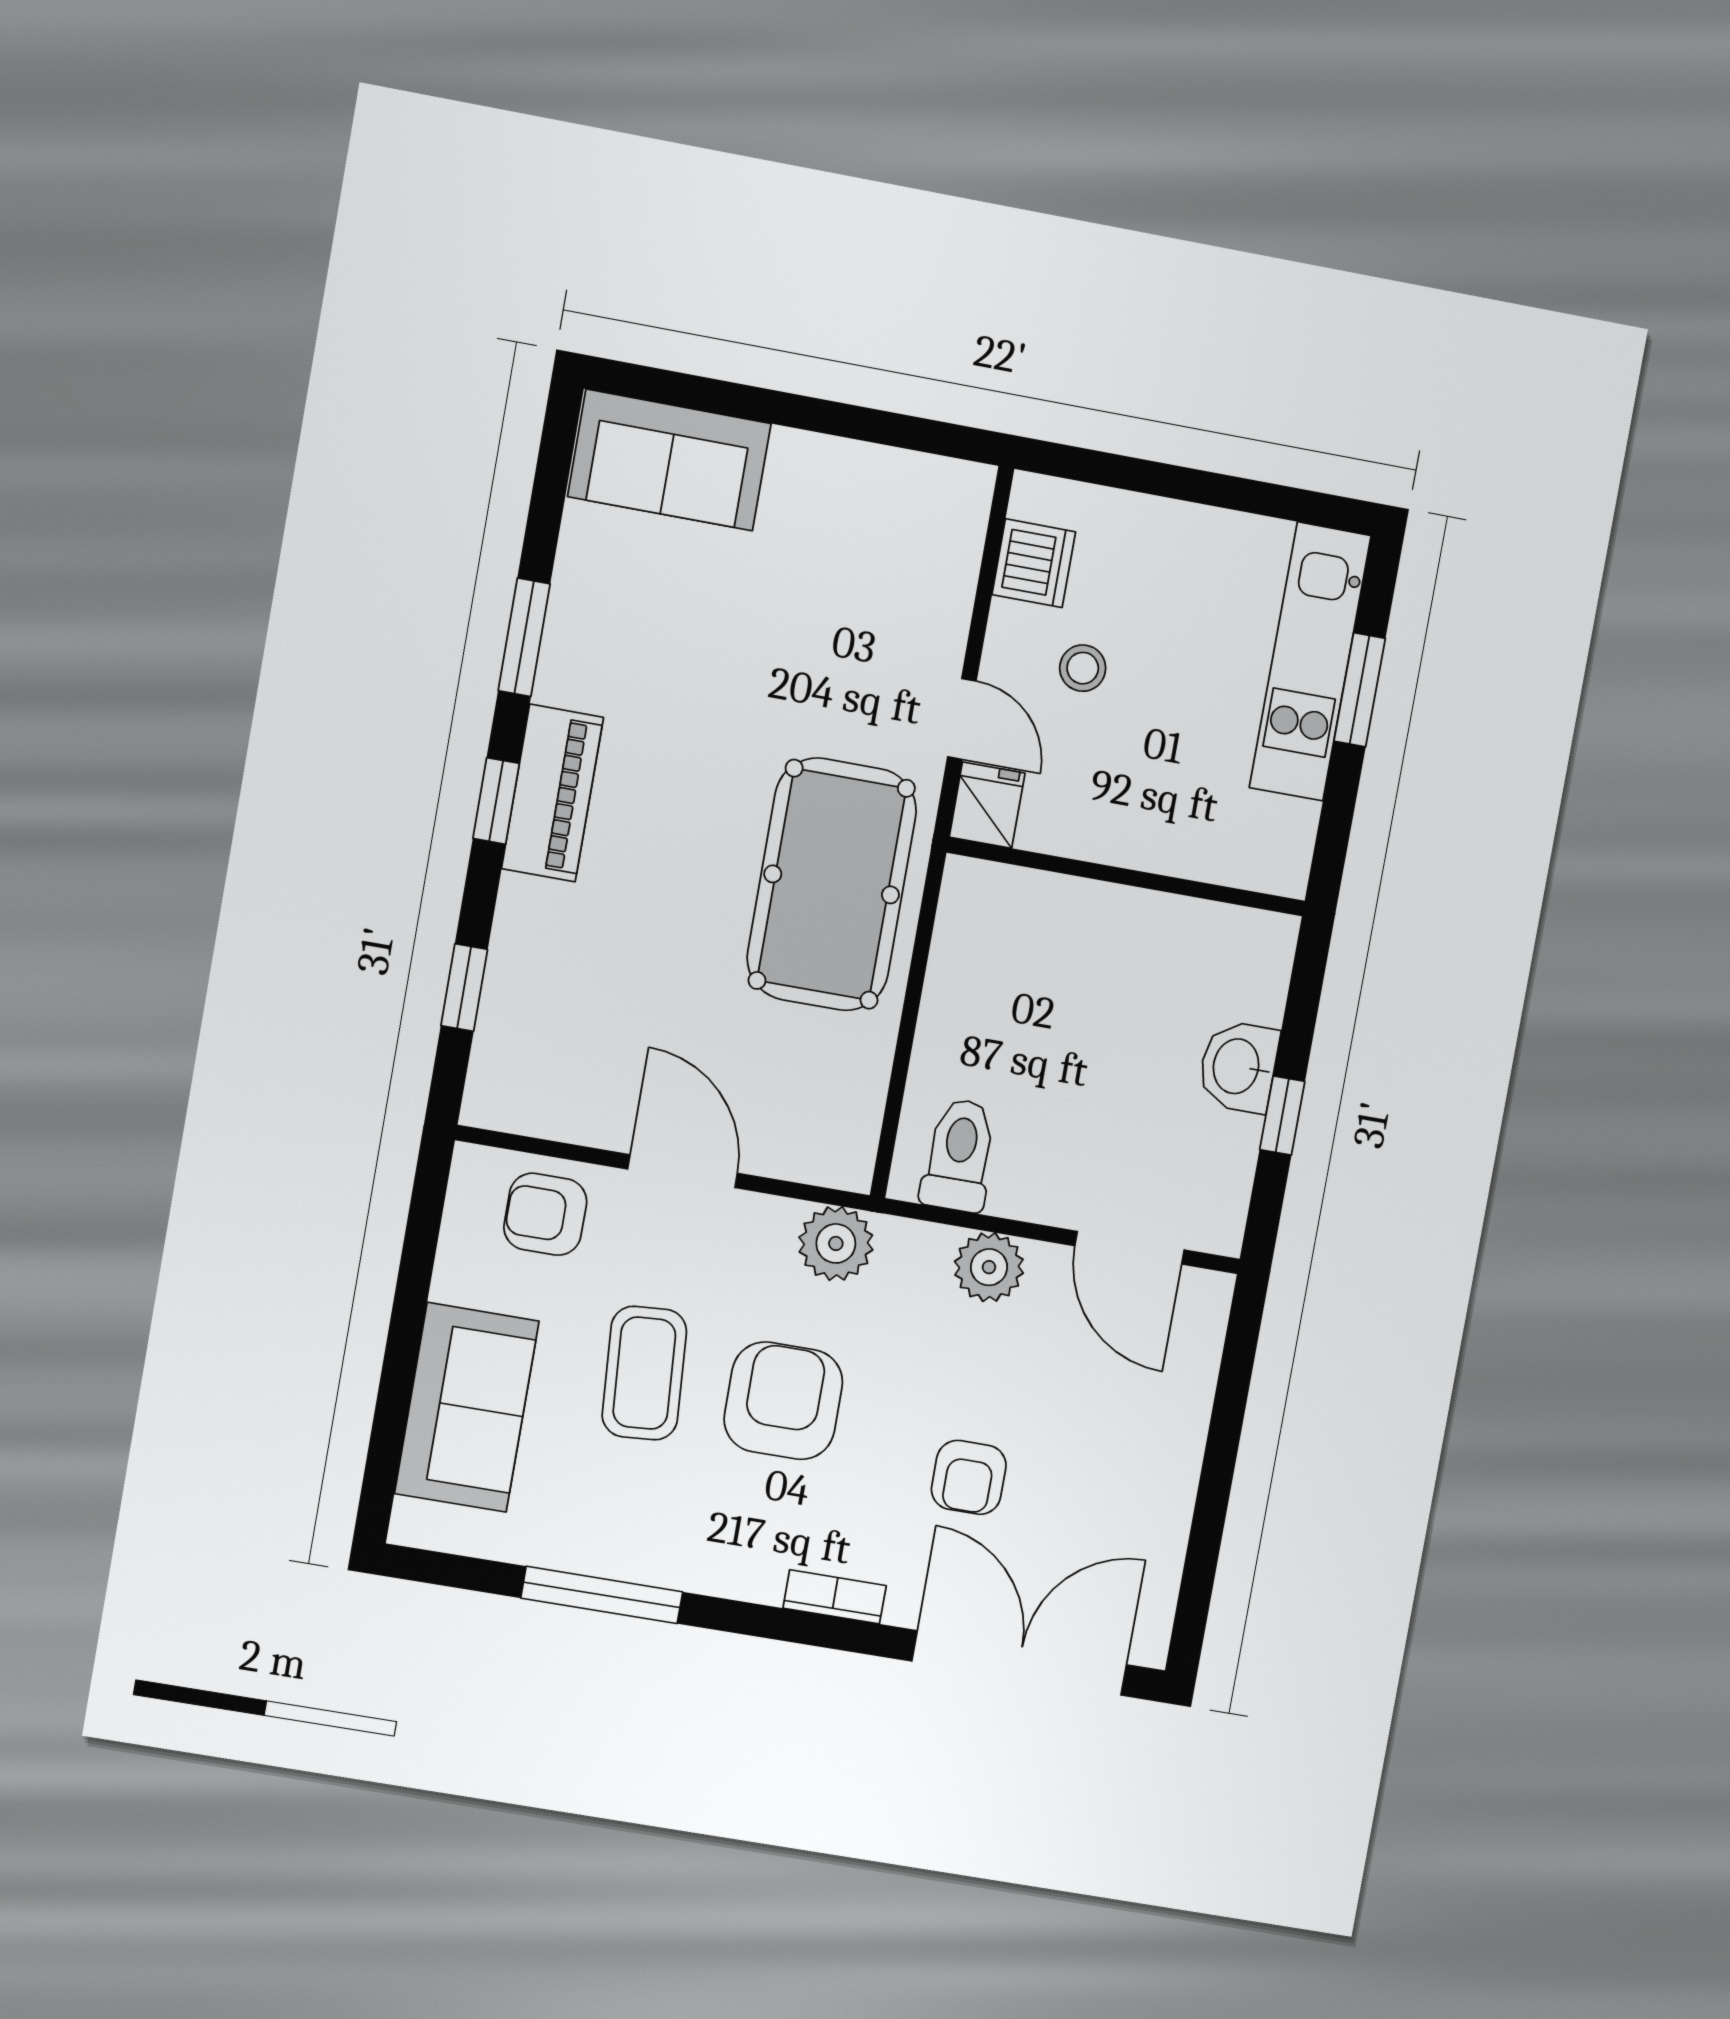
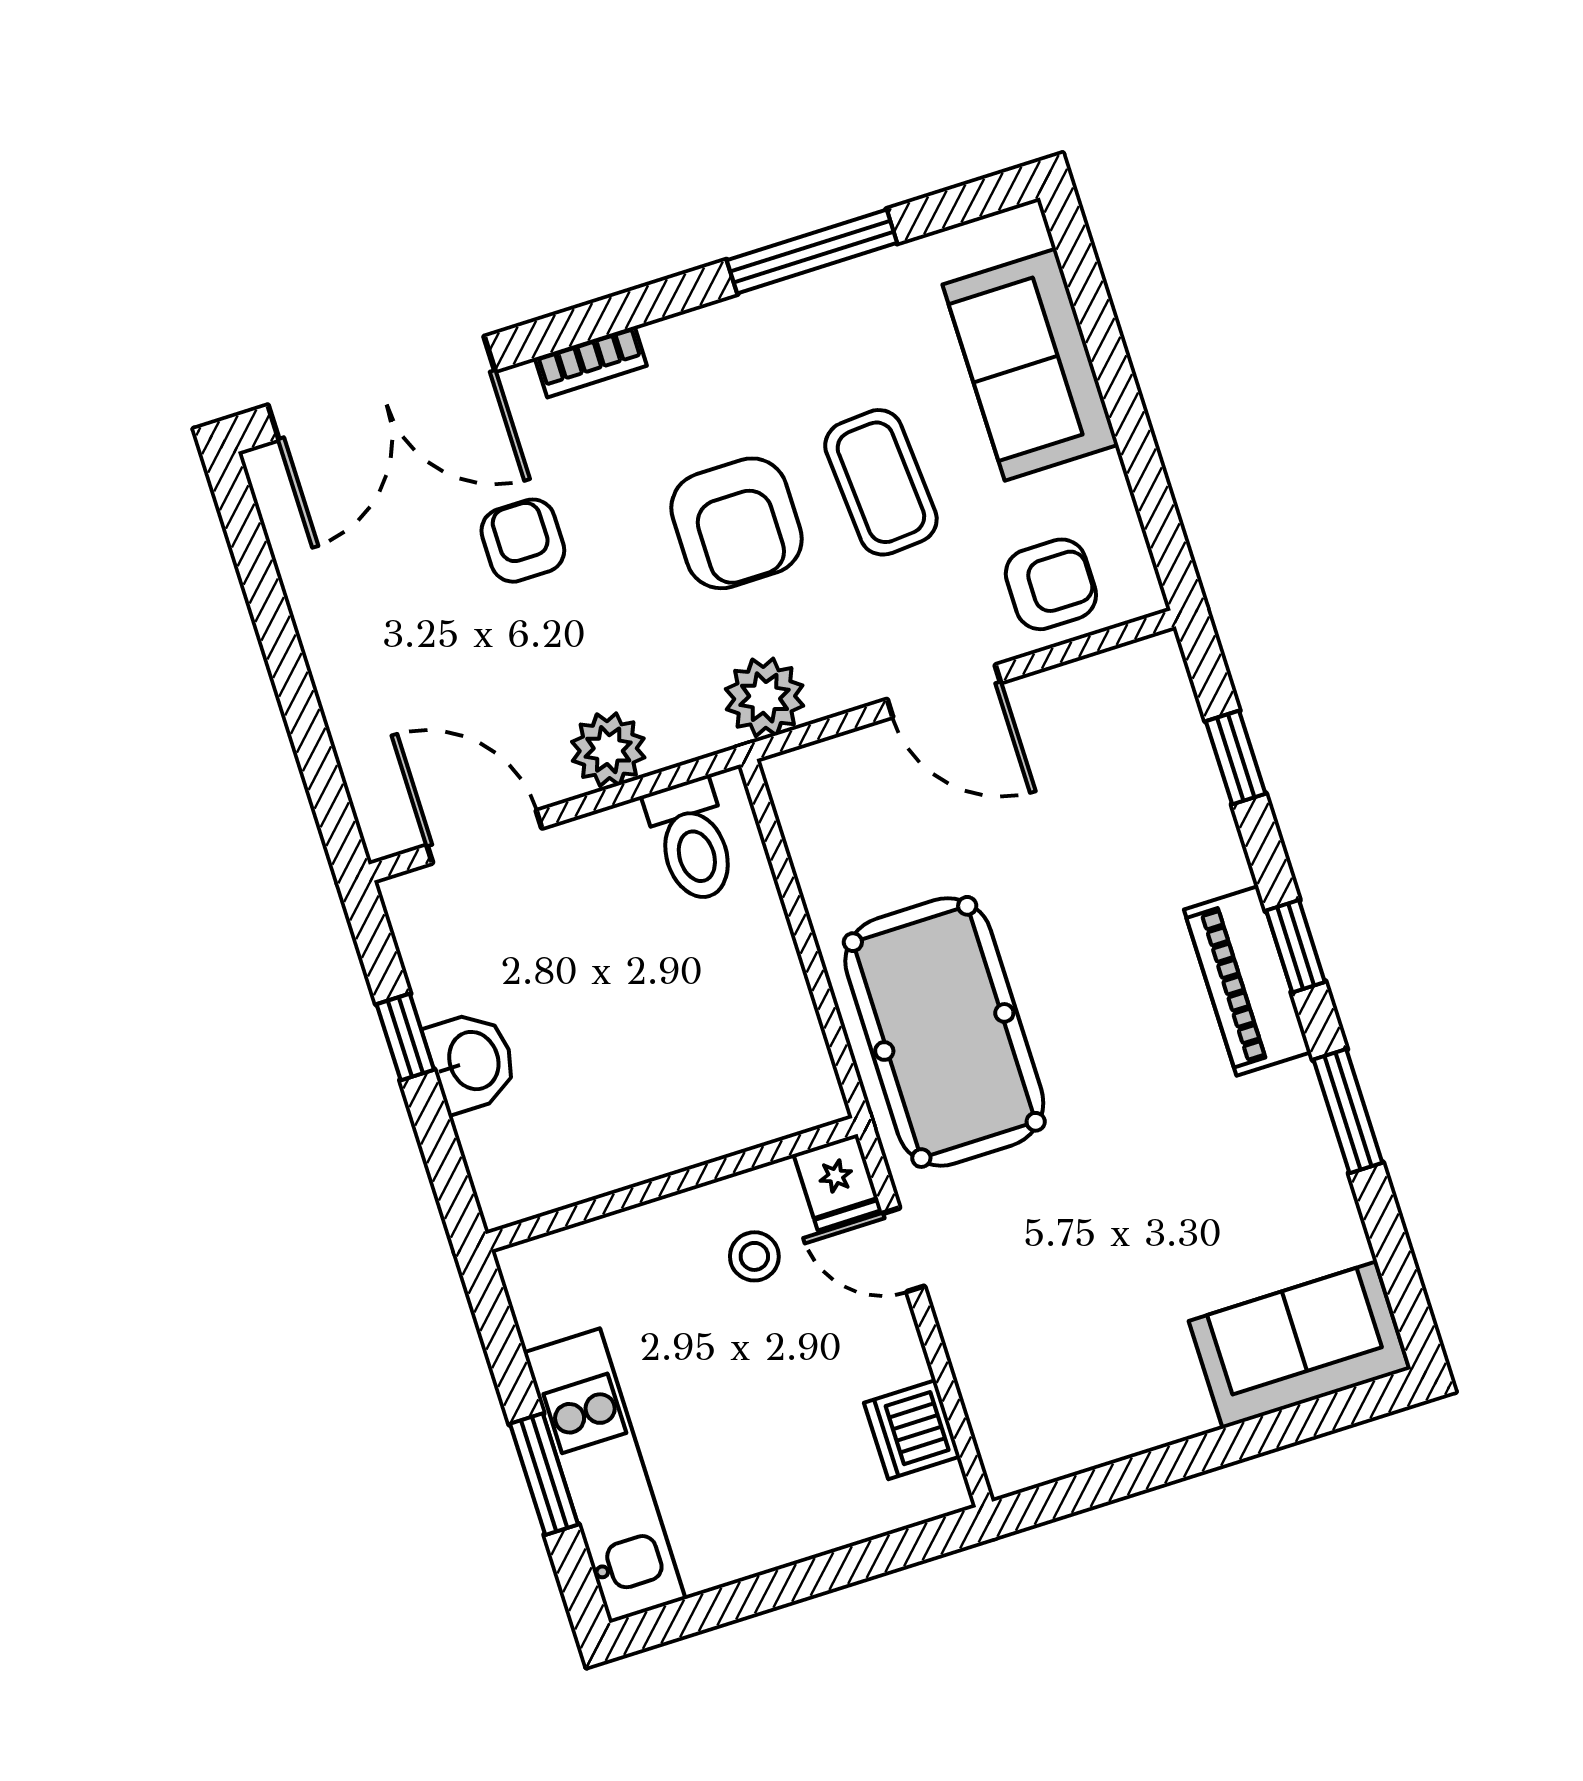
stool: (1083, 668) -> (754, 1256), moved

